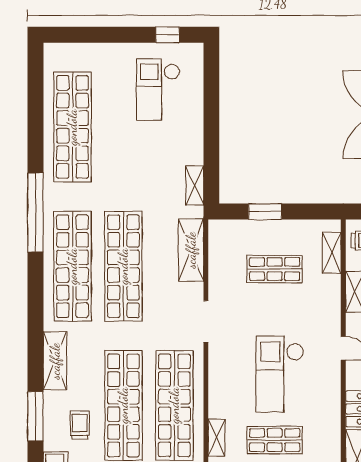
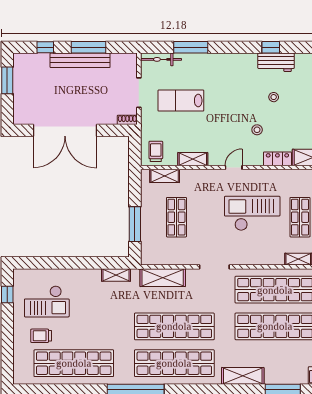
window: (265, 212) -> (135, 224), width x1.44
checkout: (280, 374) -> (252, 213), turned 180
trolley: (80, 425) -> (41, 336), moved

